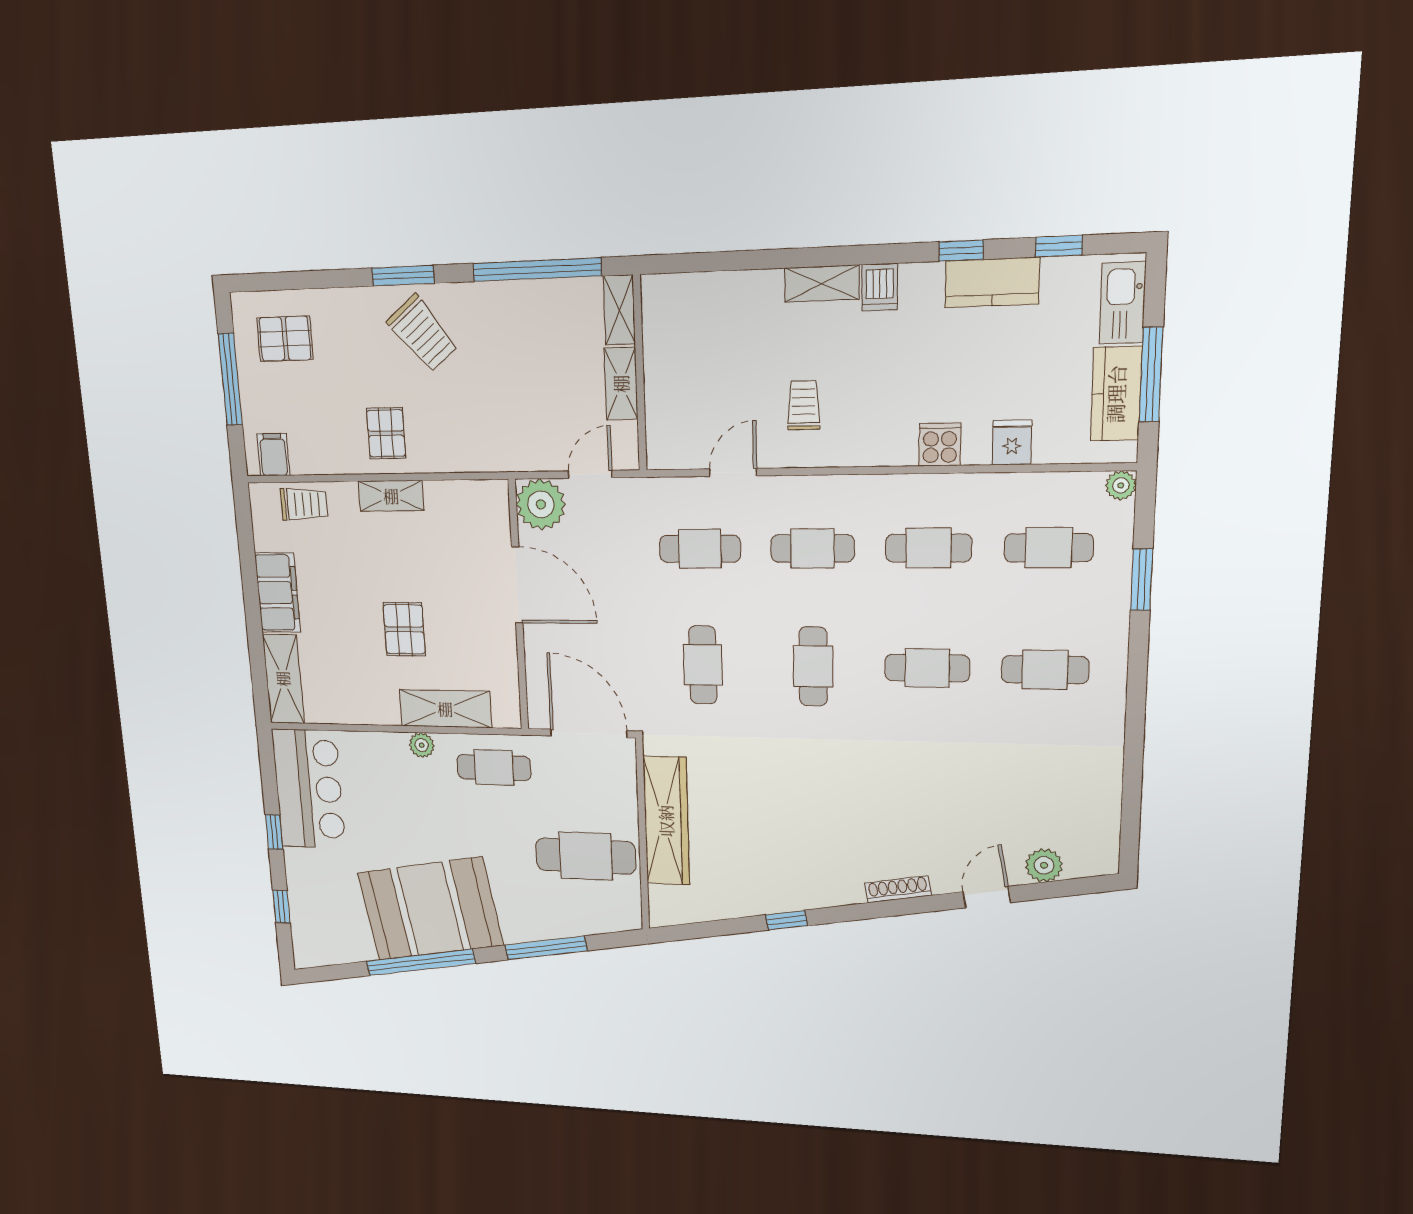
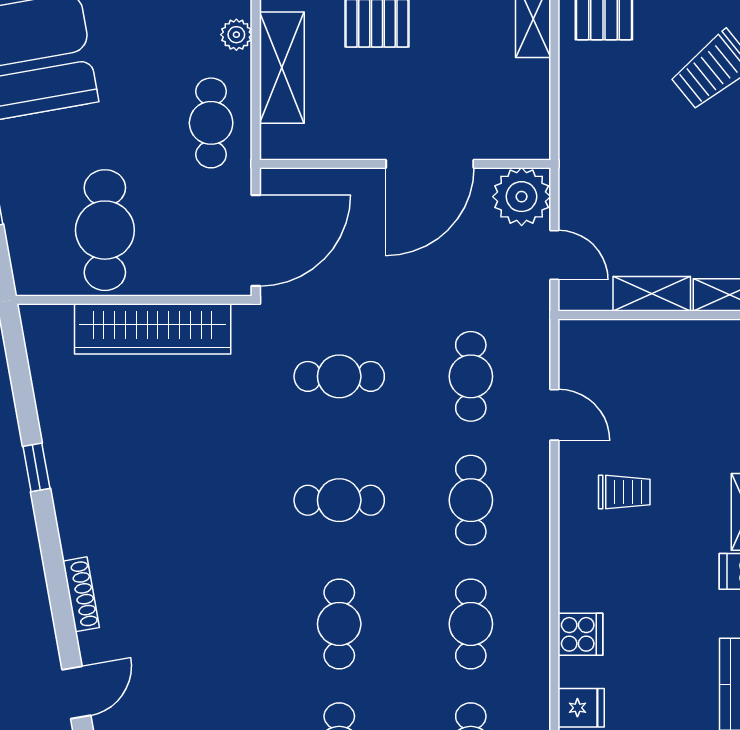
door: (987, 897) -> (76, 693), hinge flipped

